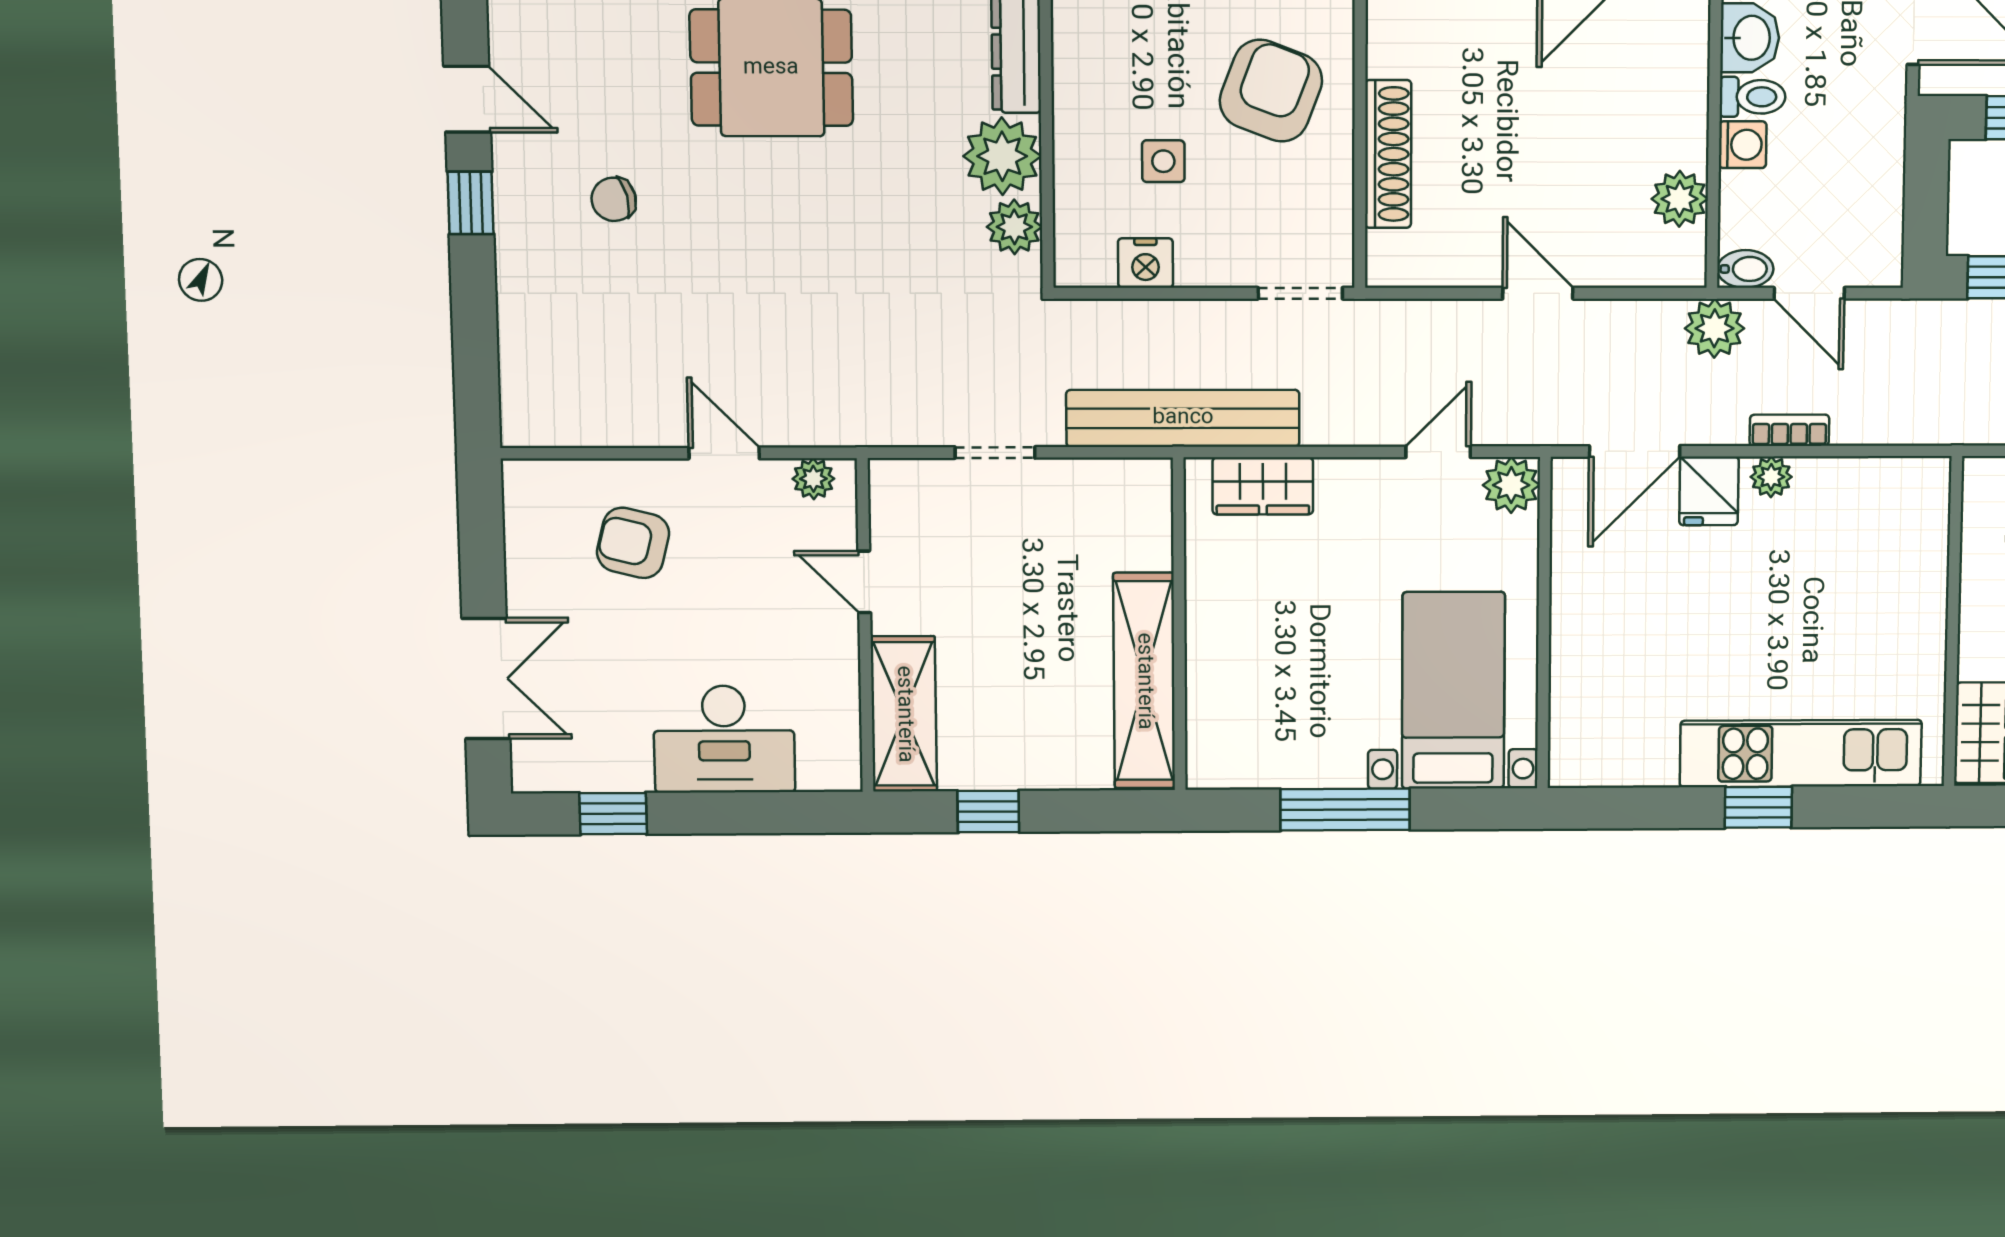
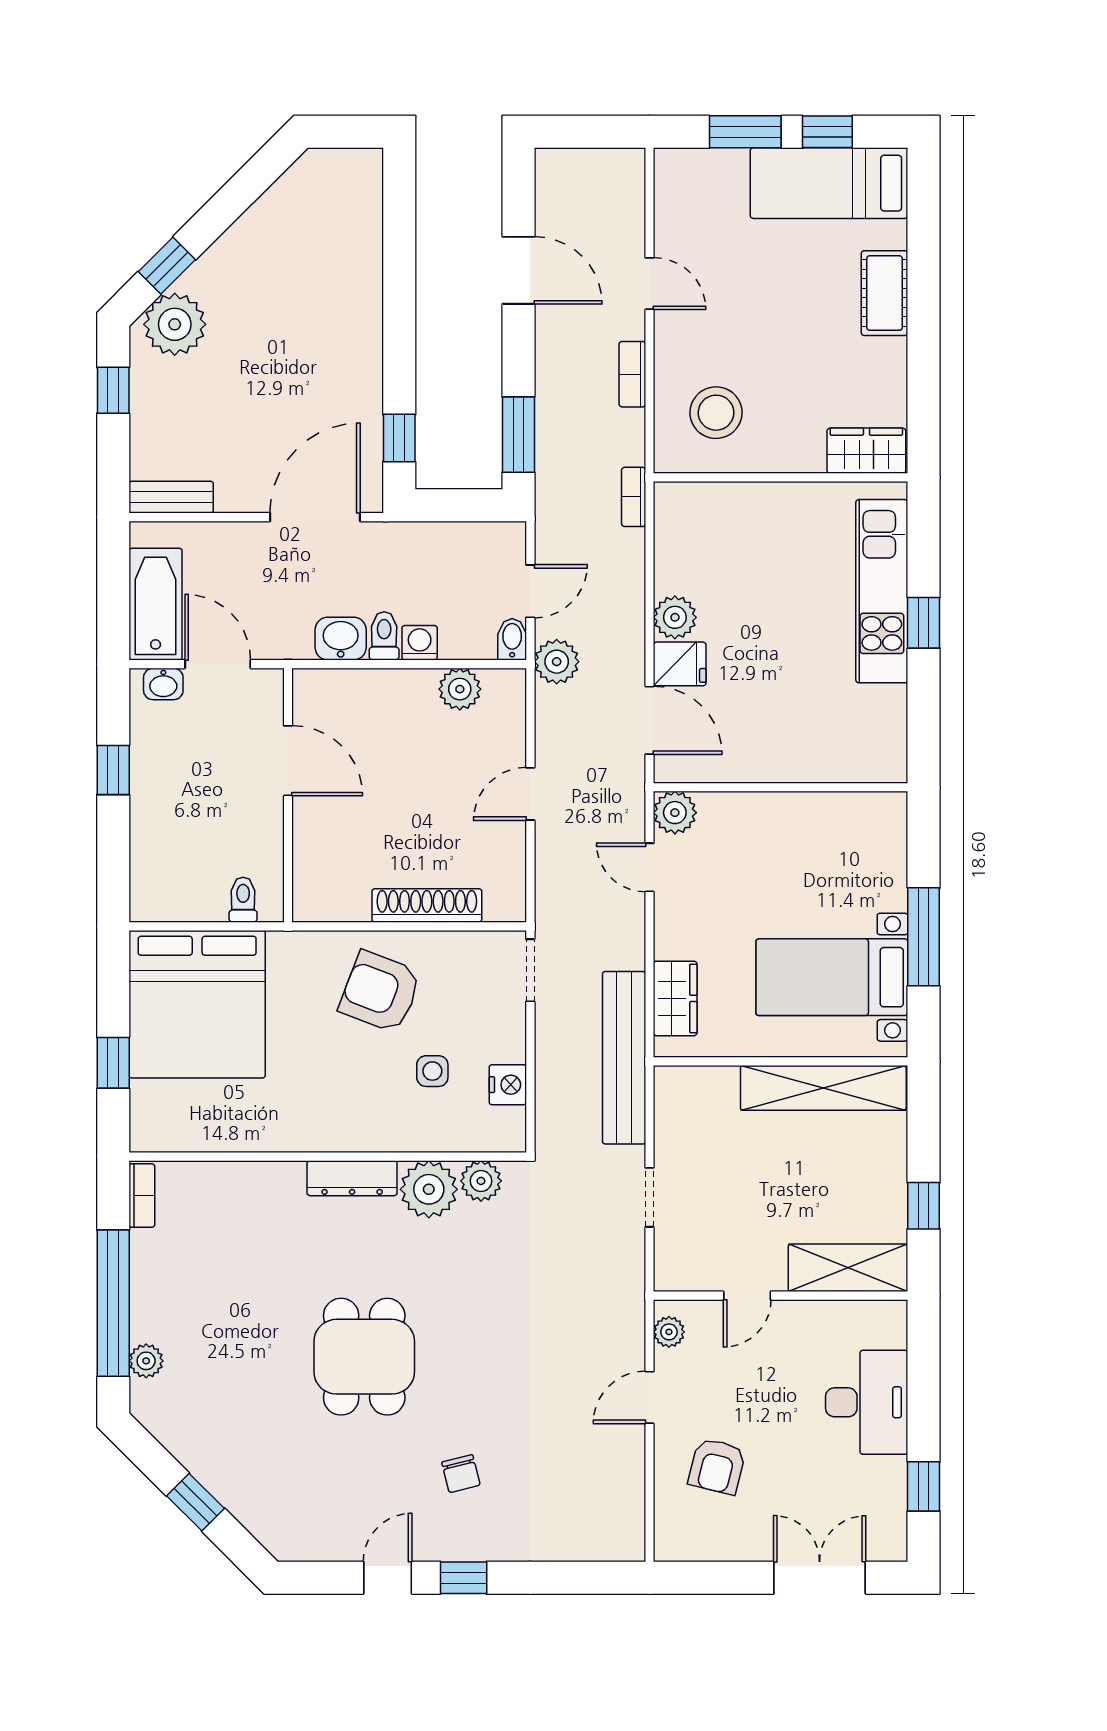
bookcase: (1789, 430) -> (634, 497), moved
plant: (1771, 477) -> (675, 617), width x1.38, depth x1.38
bed with nightstands: (1453, 690) -> (832, 977), moved

